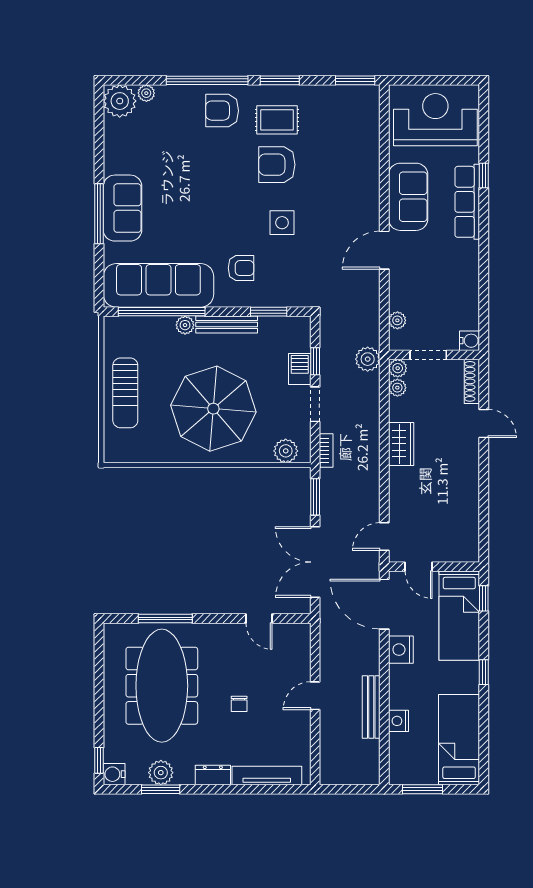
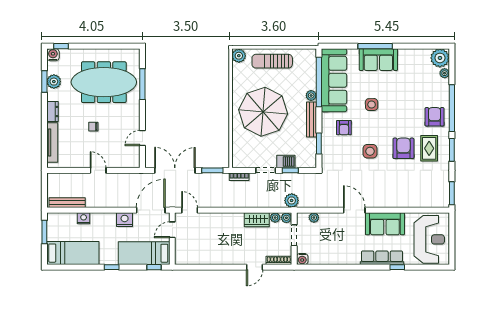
side table: (201, 220) -> (372, 105), added
wardrobe: (401, 444) -> (257, 220), moved
plant: (286, 451) -> (239, 56), moved
bench: (371, 707) -> (67, 203), moved

